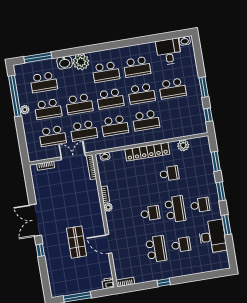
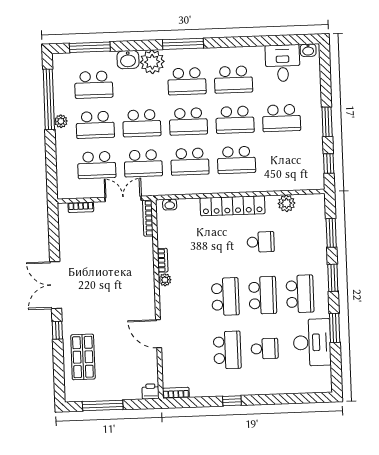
window: (100, 47) -> (183, 44), added
school desk: (200, 205) -> (300, 294), width x1.85
school desk: (150, 213) -> (225, 297), width x1.85
shop shelf: (76, 242) -> (83, 357), moved

